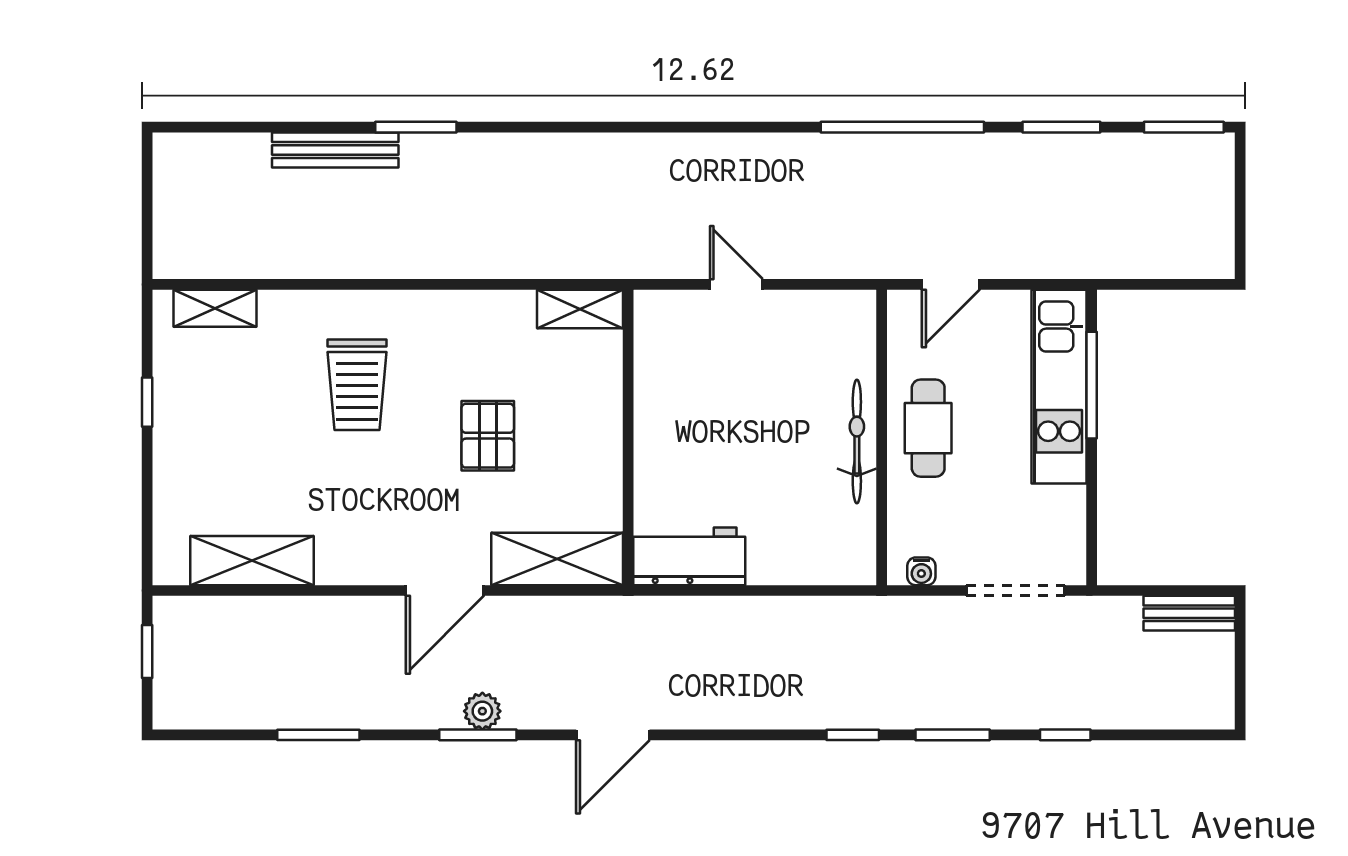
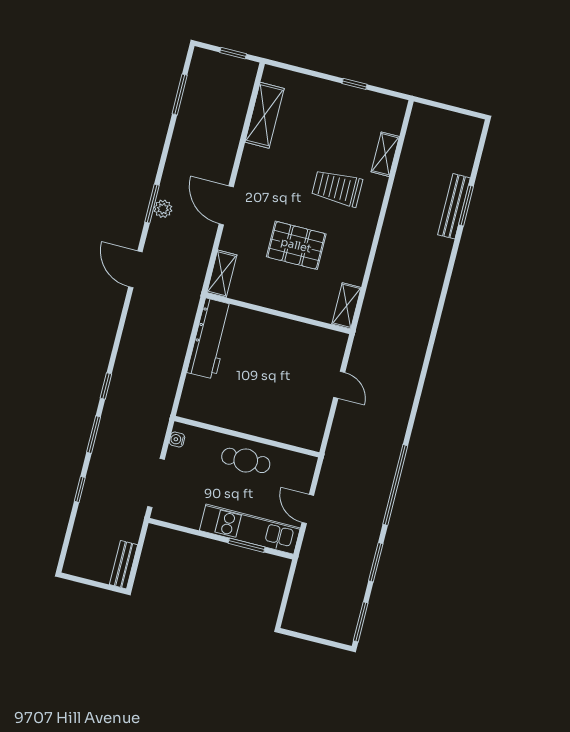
window: (416, 127) -> (466, 206), moved
door: (736, 284) -> (339, 385), hinge flipped
door: (951, 284) -> (308, 509), moved
shelving: (215, 308) -> (385, 154), moved
window: (1092, 385) -> (247, 545), width x0.69
pallet: (488, 436) -> (296, 245), width x1.50, depth x1.42
bicycle: (857, 441) -> (248, 424), removed
workbench: (689, 556) -> (210, 339), width x1.38
shelving: (557, 559) -> (222, 274), width x0.67, depth x0.75
window: (318, 735) -> (180, 94), moved

